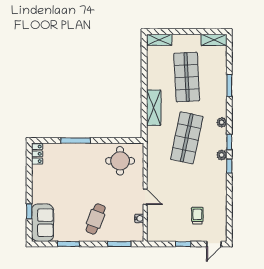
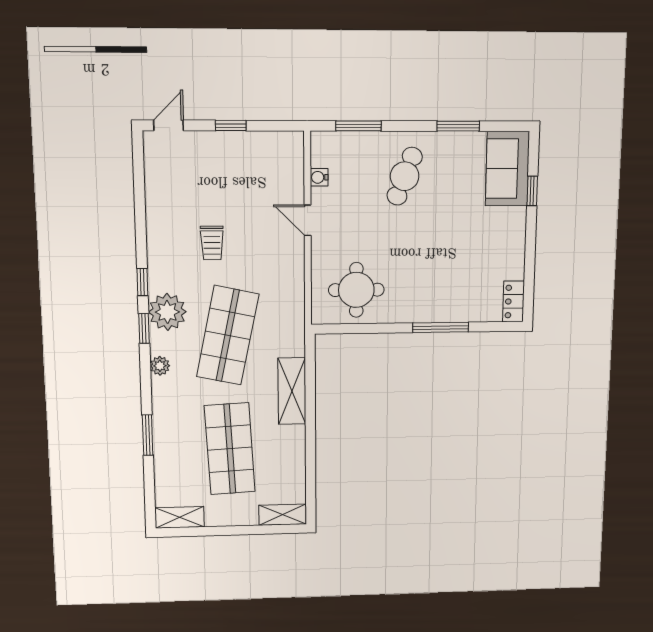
plant: (222, 155) -> (167, 312), width x1.87, depth x1.87
trolley: (197, 216) -> (212, 243), moved

